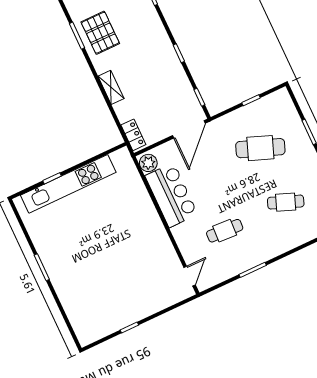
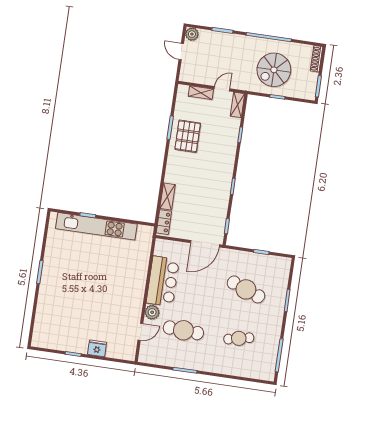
shelving: (111, 87) -> (168, 196), moved
plant: (148, 163) -> (152, 312), moved
cafe table: (286, 202) -> (239, 338), turned -33
cafe table: (225, 231) -> (183, 330), width x1.37, depth x1.35
door: (190, 276) -> (140, 332), moved
fridge: (150, 306) -> (97, 348), added

